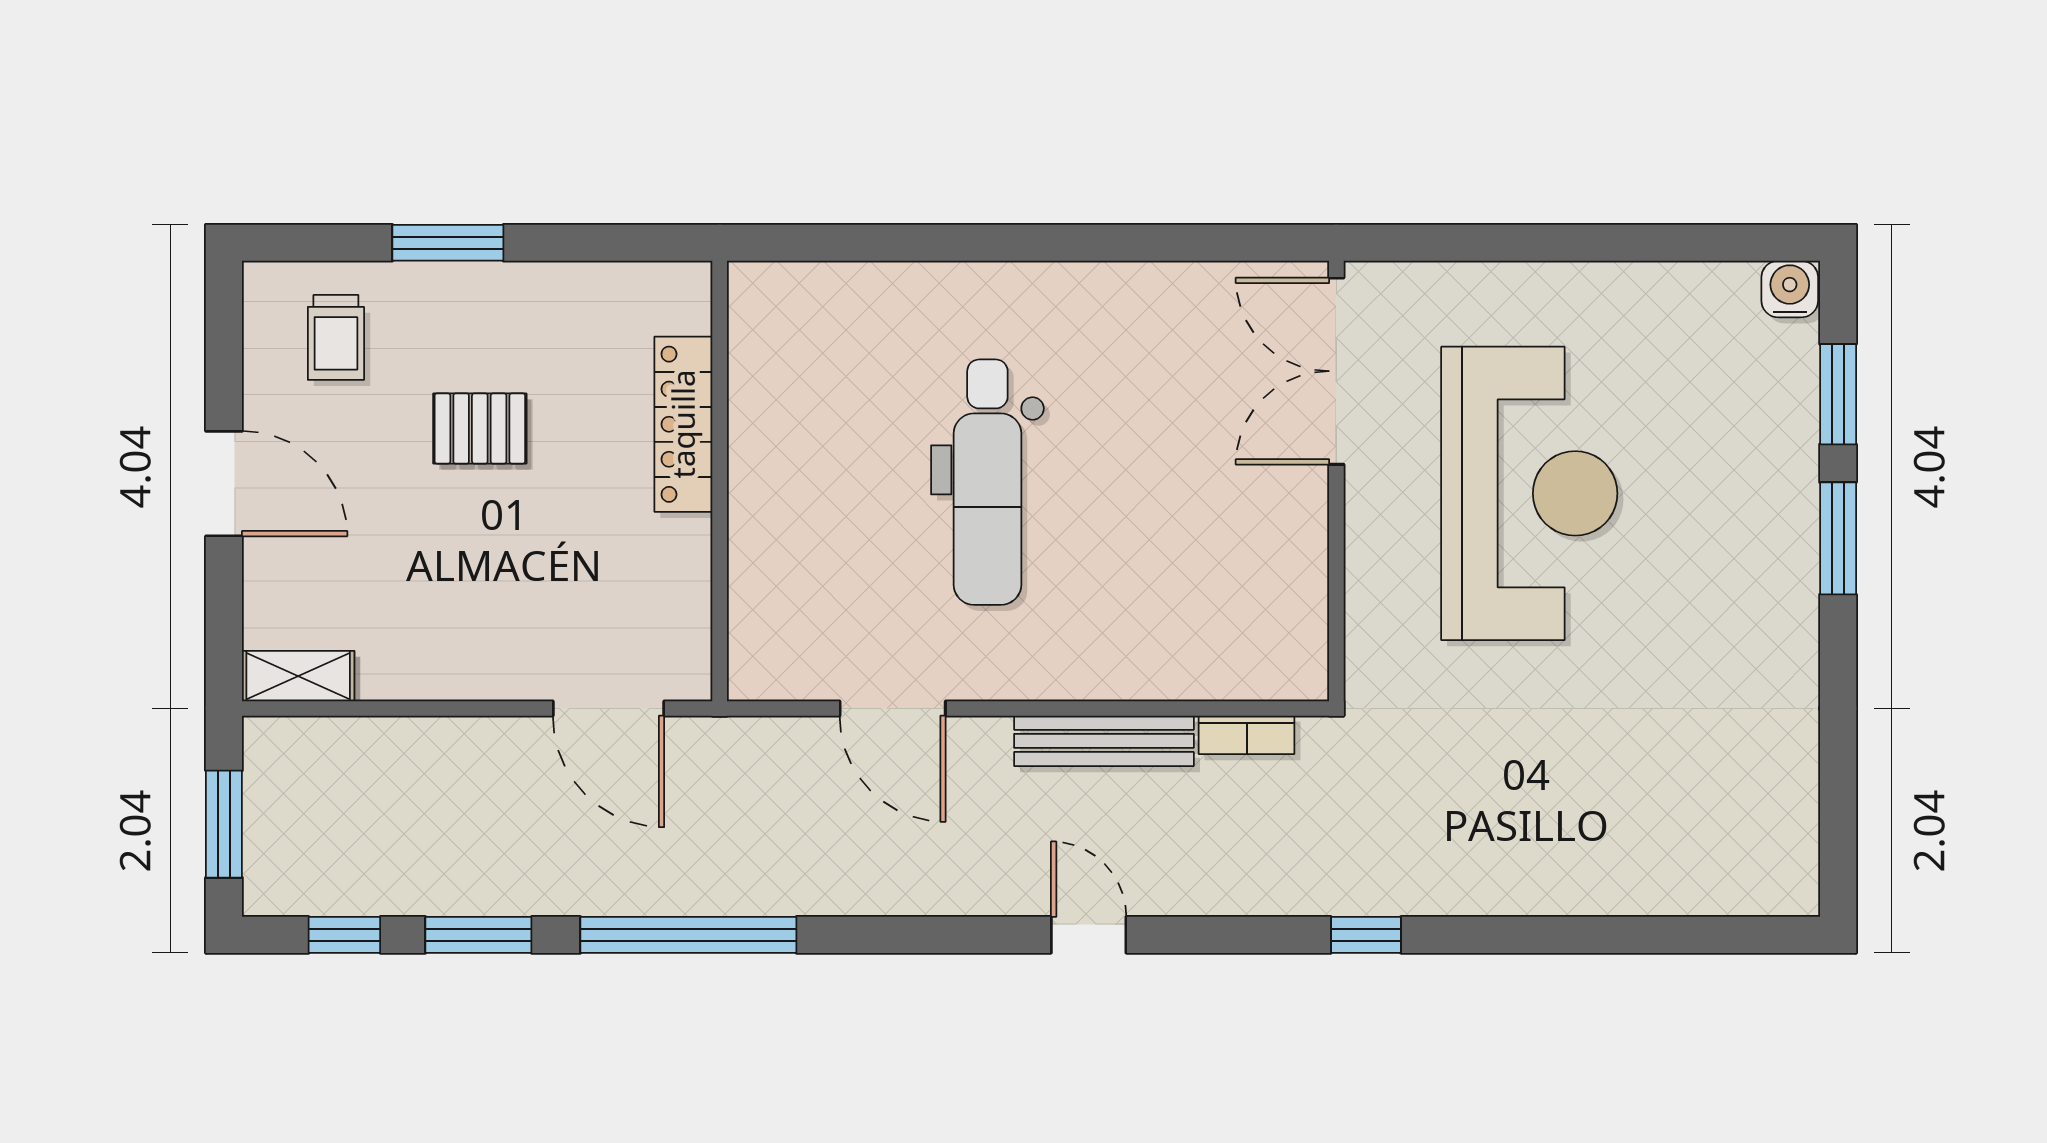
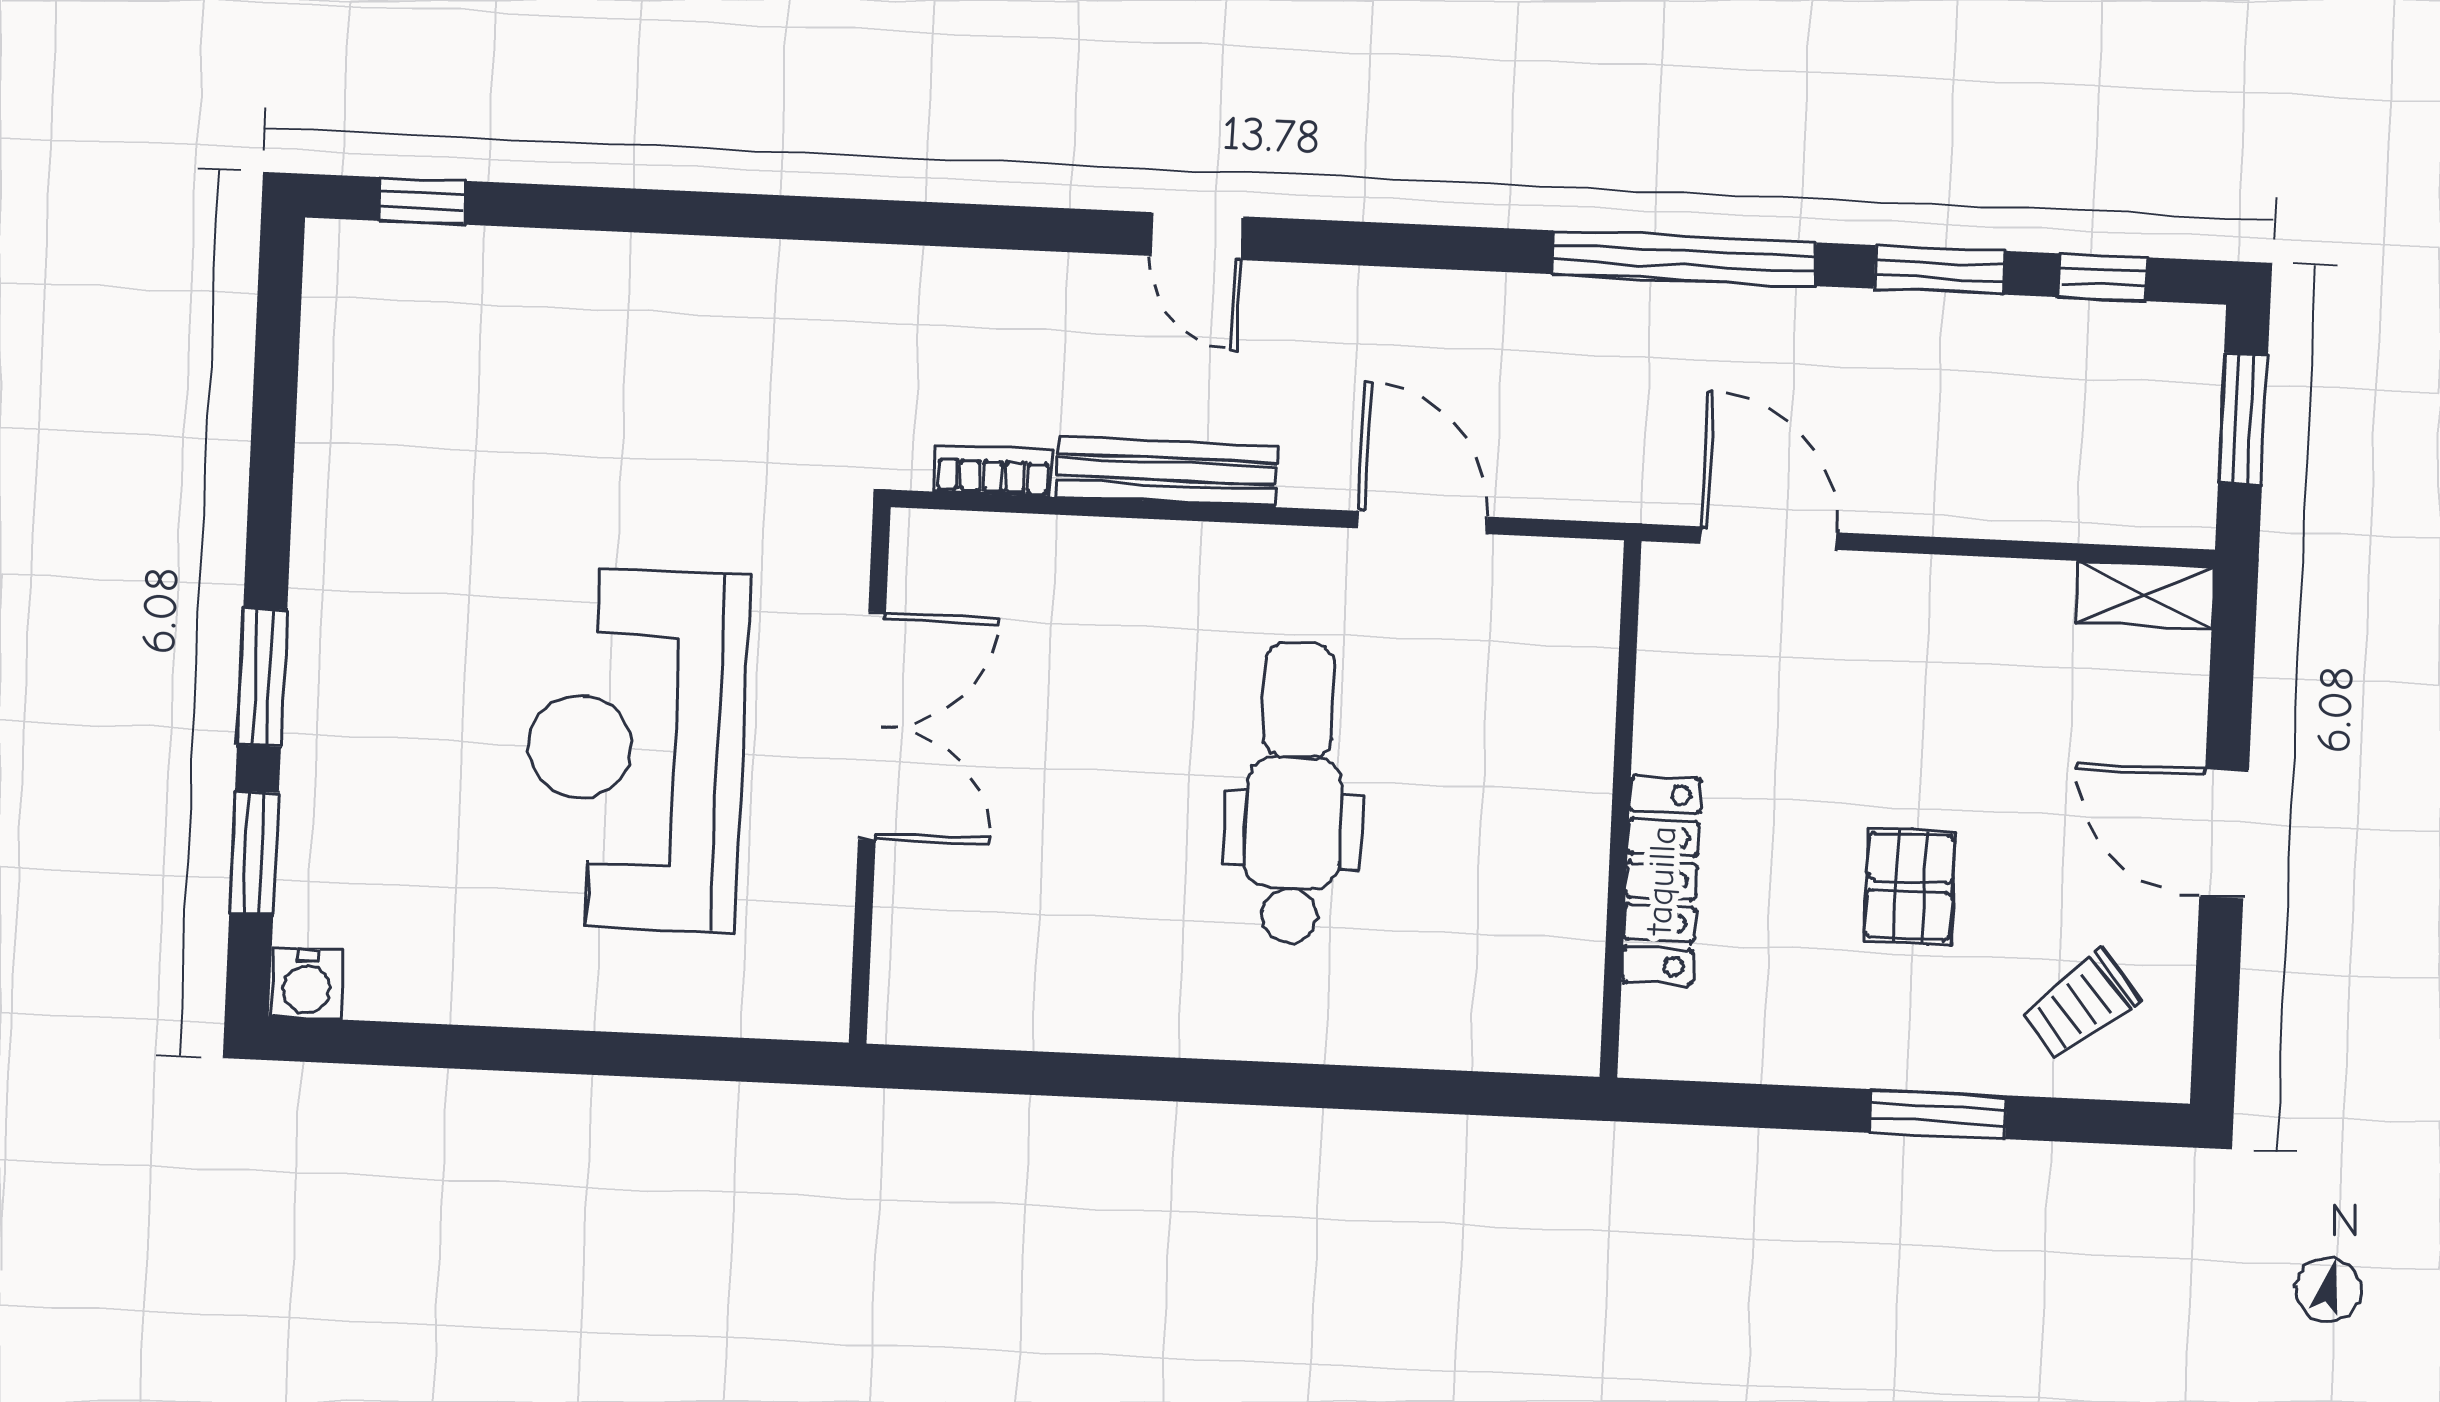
trolley: (336, 337) -> (2080, 1005), turned -129
double door: (1336, 371) -> (872, 726), moved
pallet: (480, 429) -> (1910, 886), turned 90
window: (1366, 935) -> (422, 201), moved

